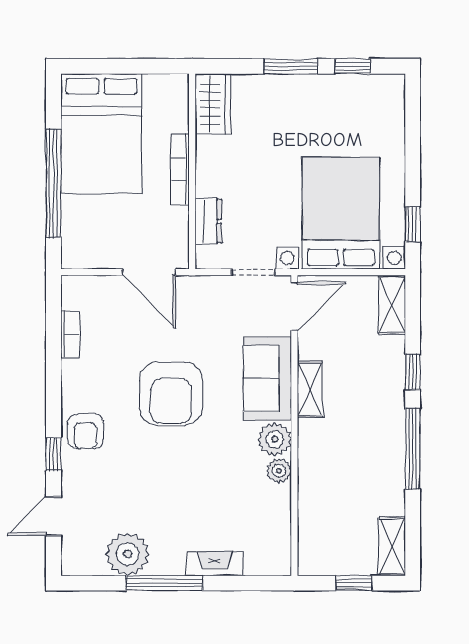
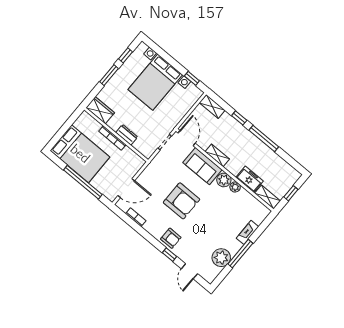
bed with nightstands: (341, 213) -> (155, 82), moved, turned -90
dresser: (208, 221) -> (127, 135), moved
door: (149, 272) -> (126, 188), moved
freezer: (316, 486) -> (250, 179), added
shelving: (392, 546) -> (267, 197), moved

